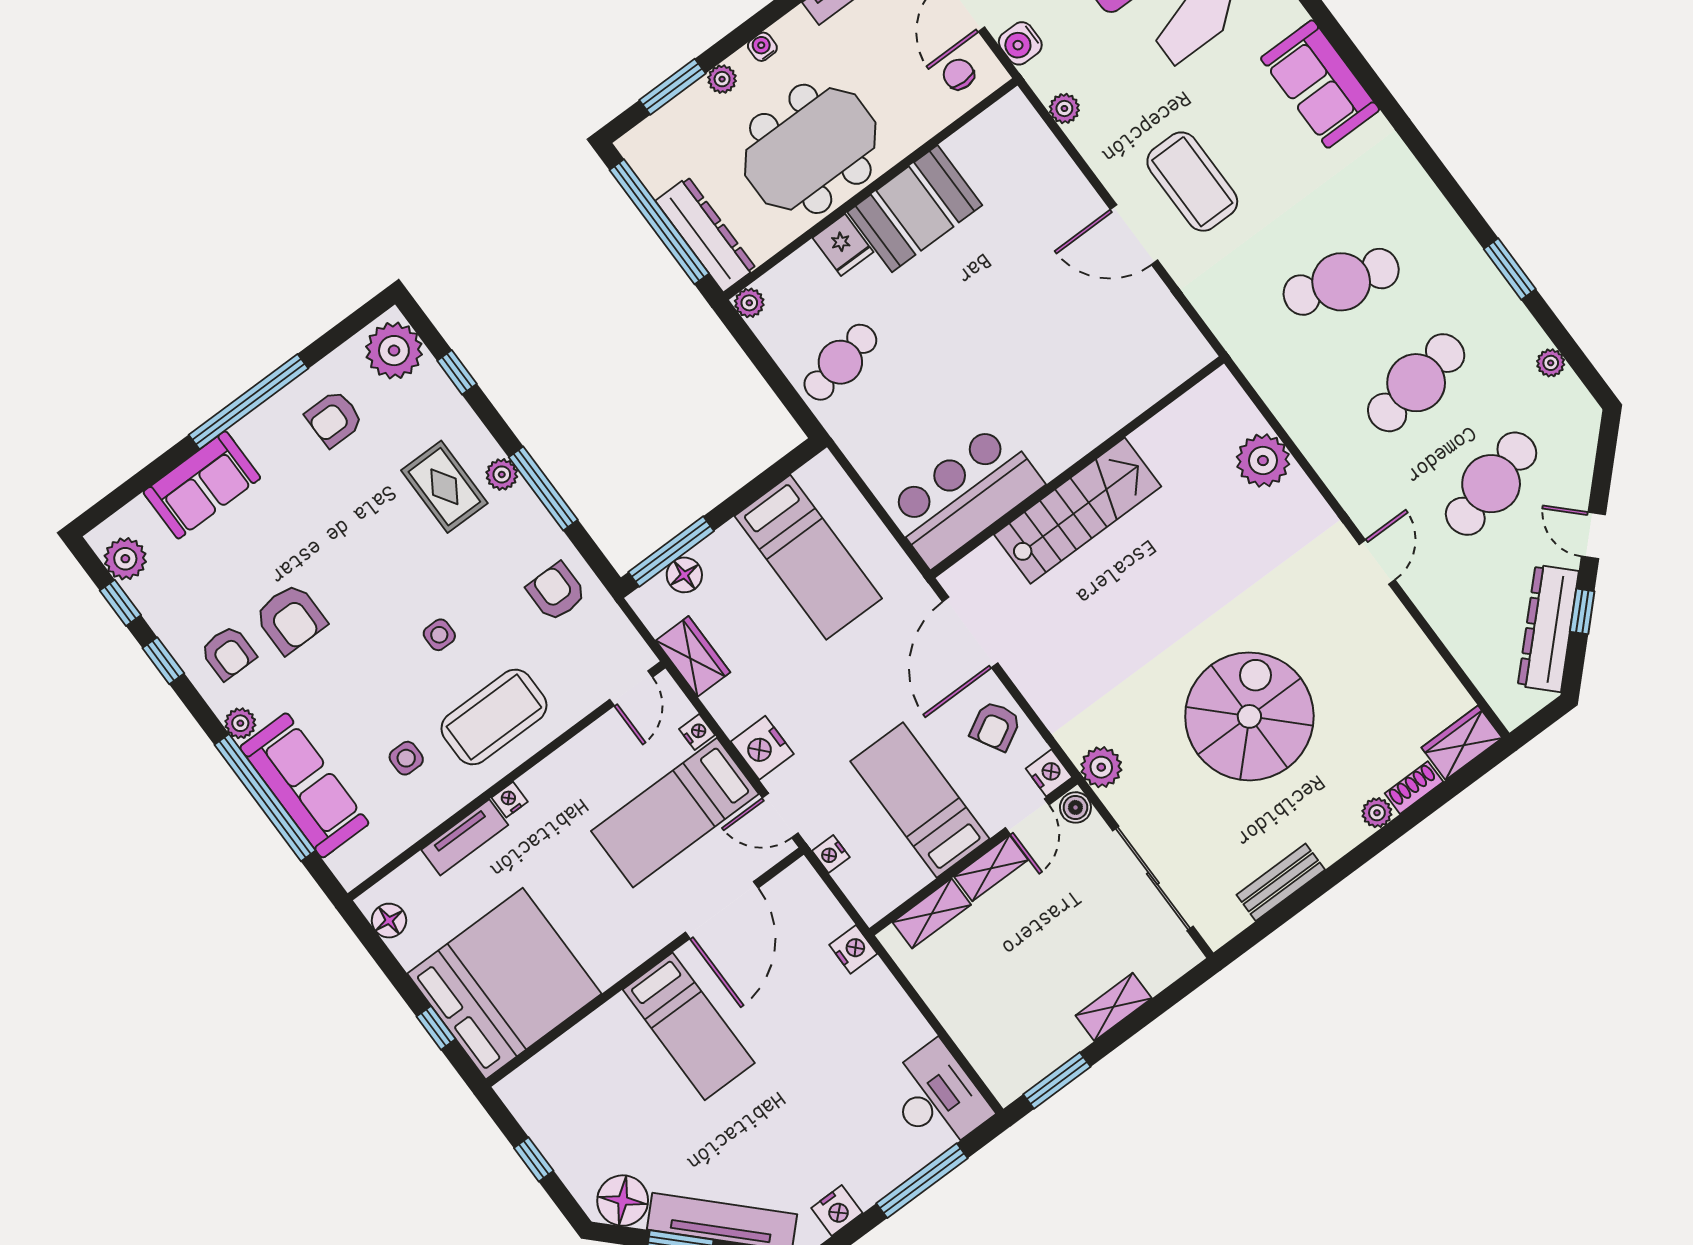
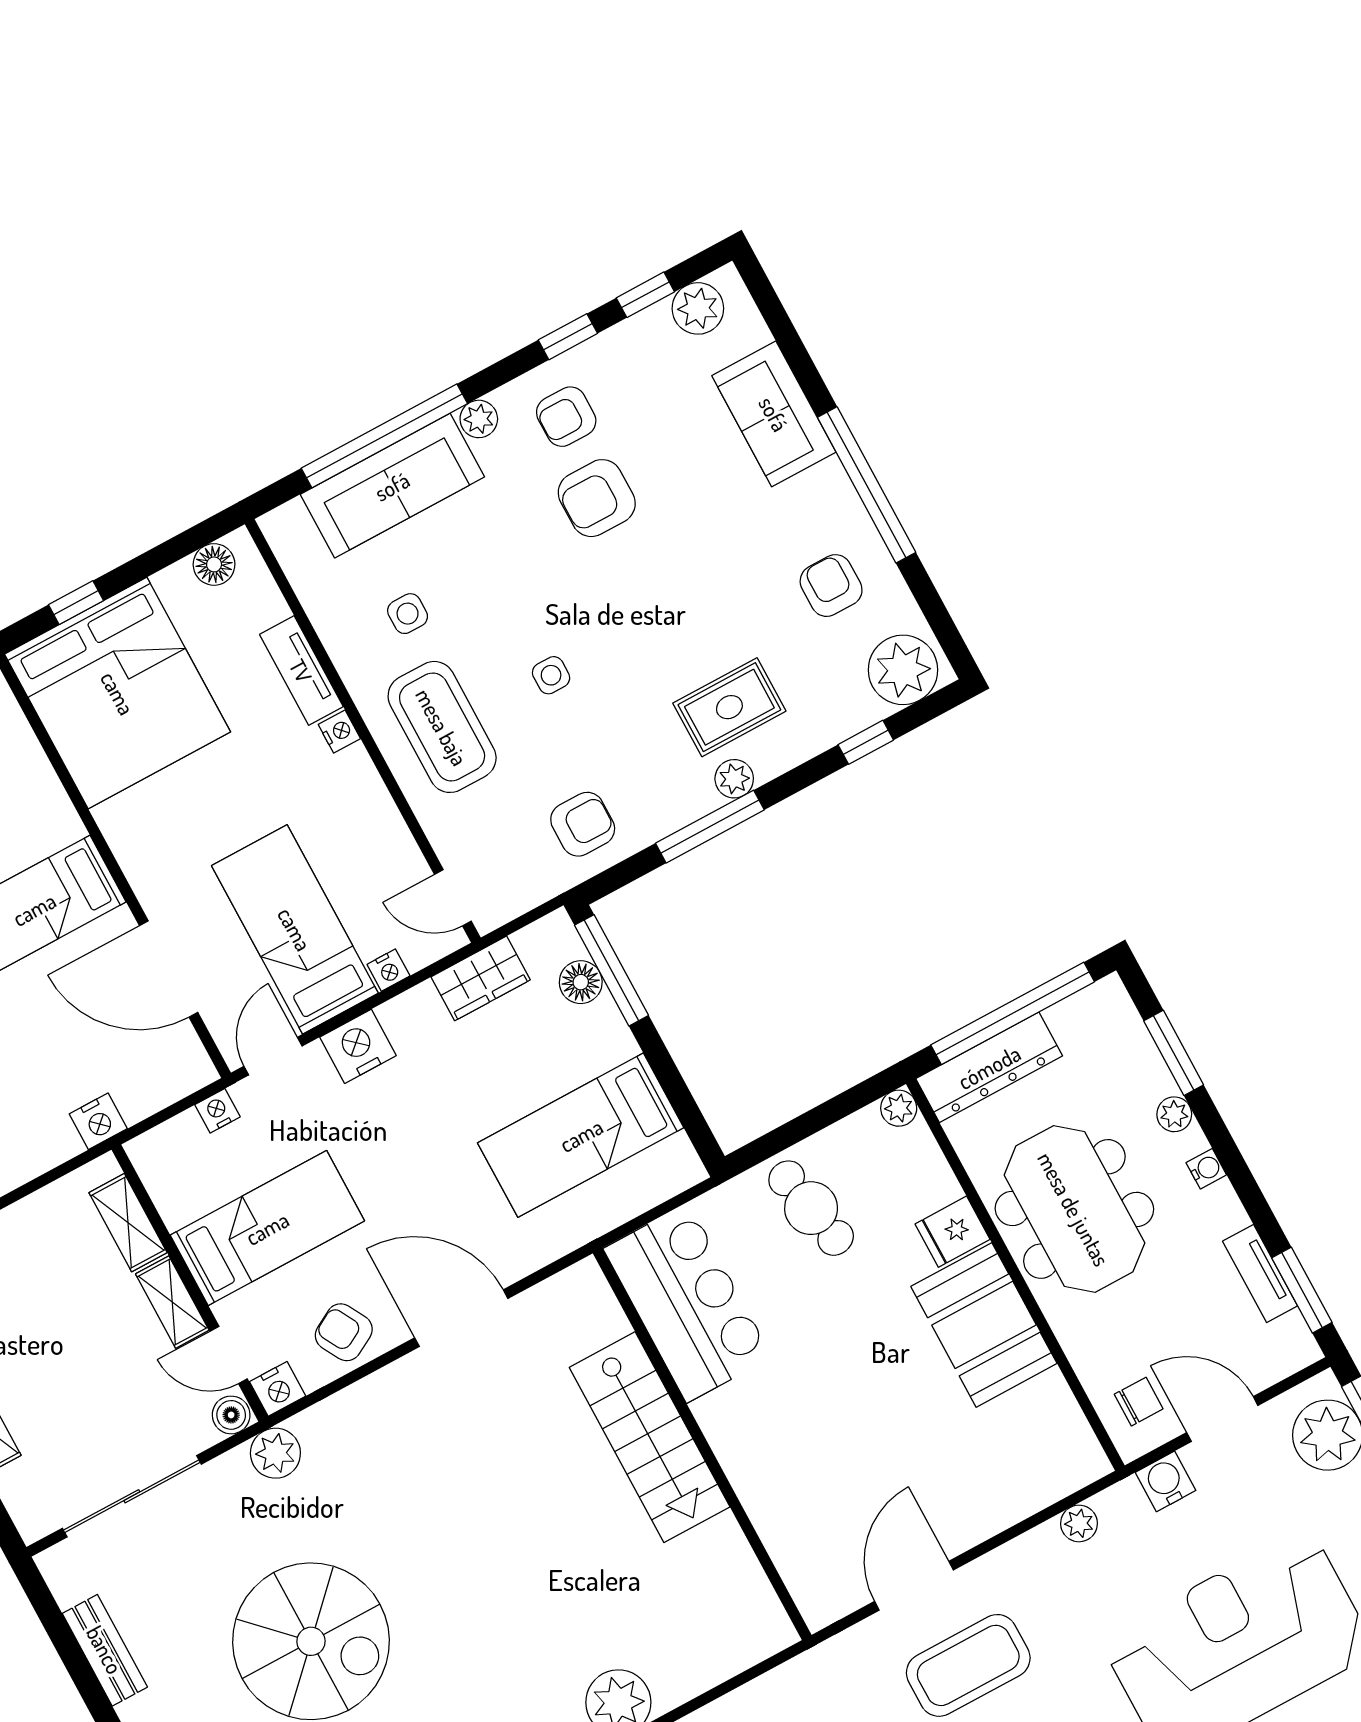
wall: (1077, 467) -> (702, 1444), moved
bar counter: (964, 495) -> (688, 1303), moved
stairs: (1078, 511) -> (650, 1437), moved

